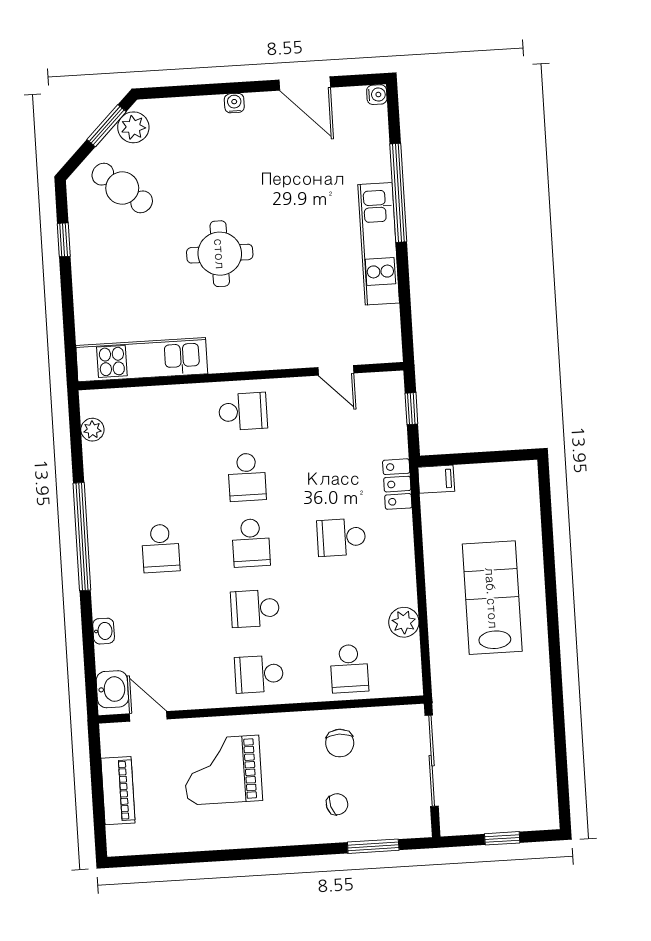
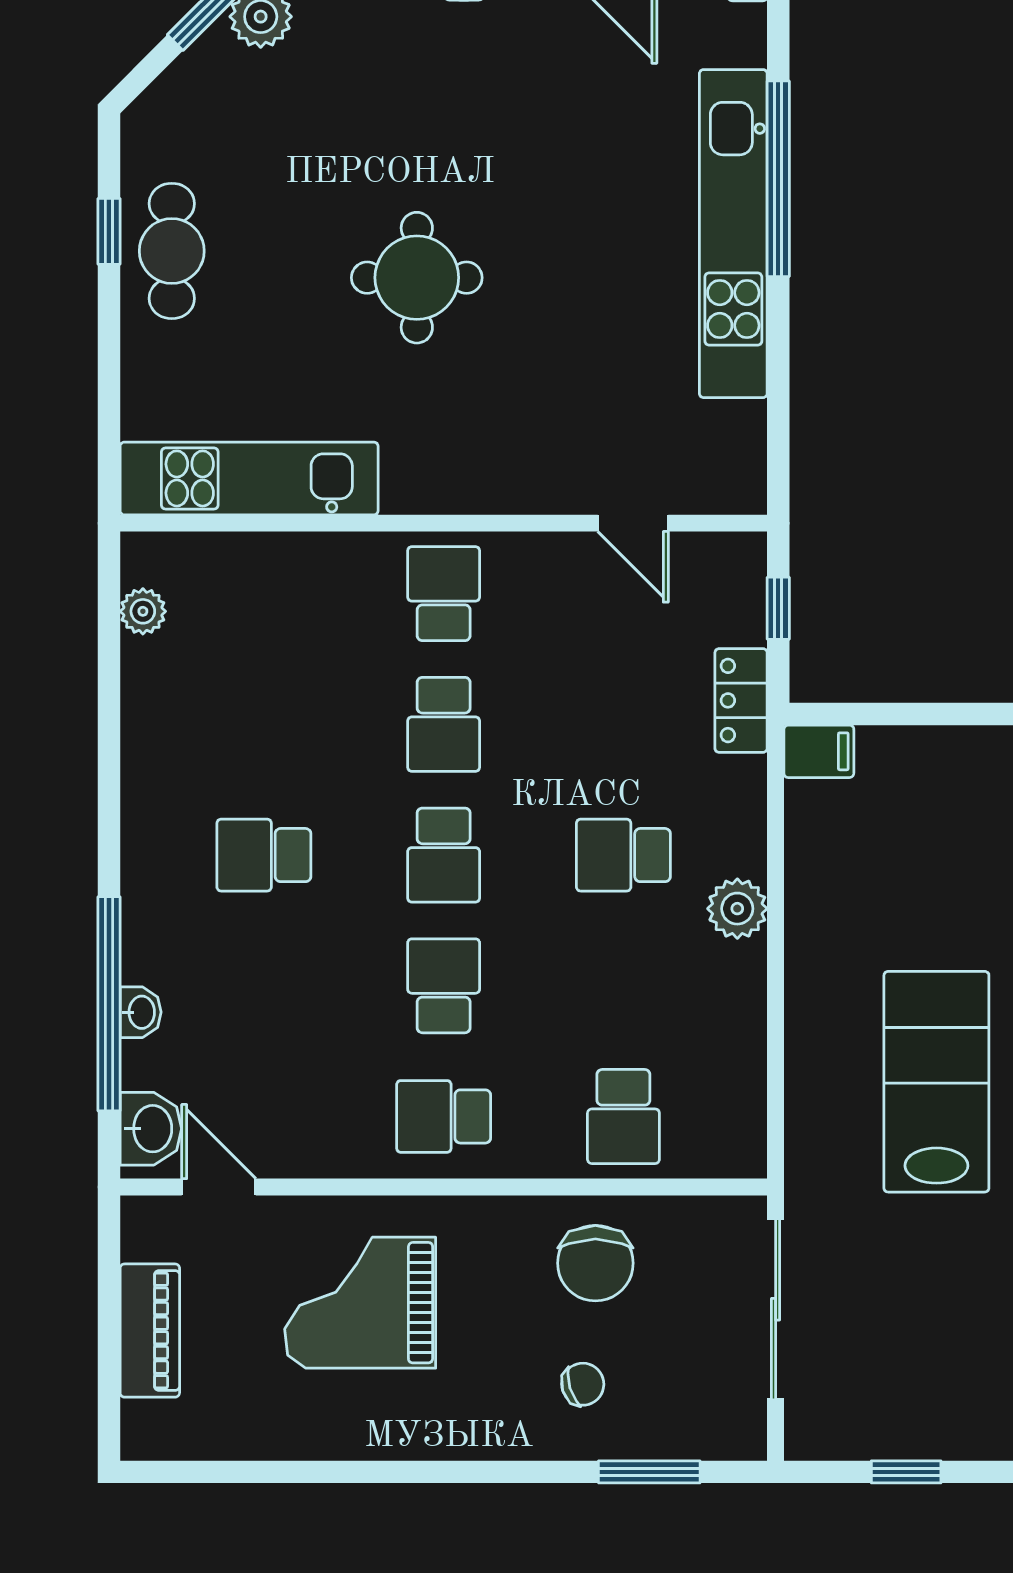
cafe table: (122, 188) -> (172, 251), moved, turned 51
kitchen unit: (379, 244) -> (733, 234), width x1.36
school desk: (243, 411) -> (444, 594), turned -90
locker: (397, 484) -> (741, 700), moved
window: (82, 537) -> (109, 1004), moved
school desk: (161, 548) -> (264, 855), turned 90
lab bench: (492, 598) -> (936, 1082), moved
school desk: (255, 608) -> (444, 986), turned 90
plant: (404, 622) -> (737, 909), moved
chair: (340, 743) -> (595, 1263), width x1.37, depth x1.37

